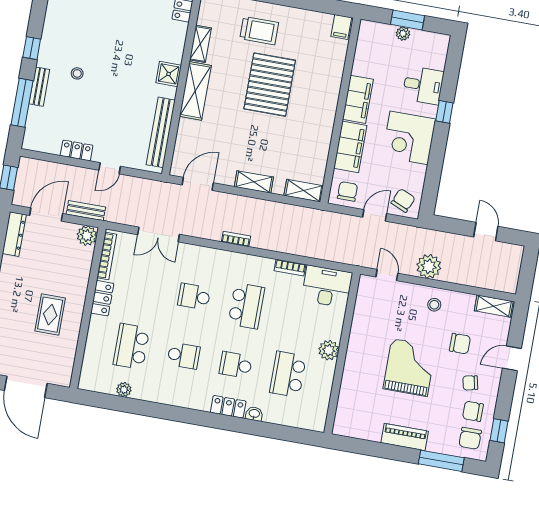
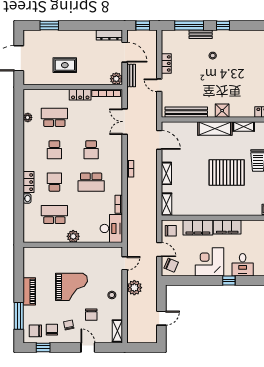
school desk: (194, 296) -> (91, 150), turned 180

